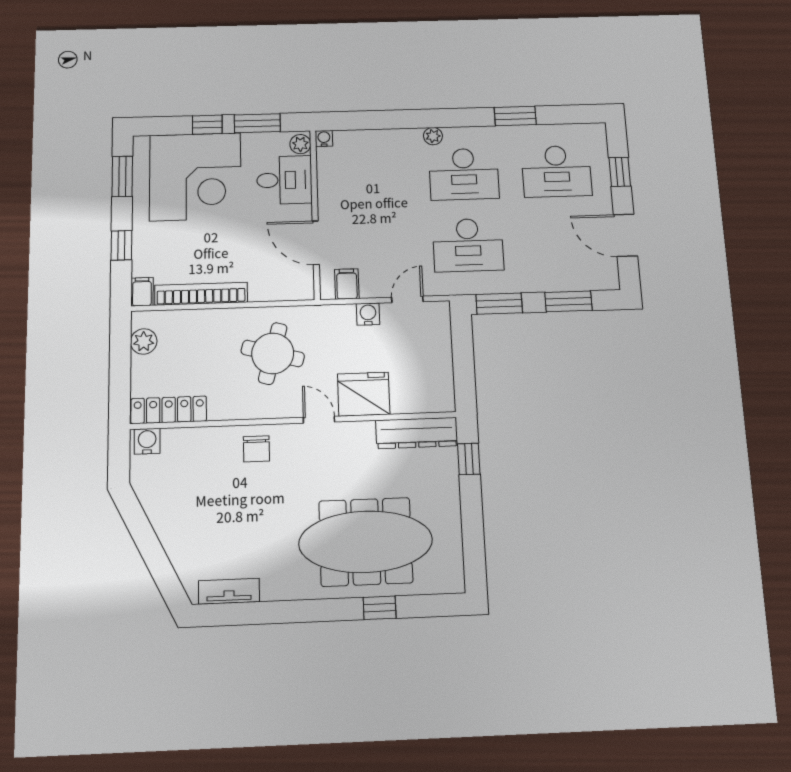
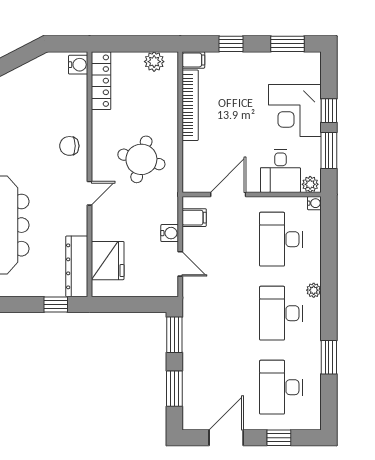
corner desk: (195, 177) -> (295, 110), width x0.74, depth x0.74
desk: (468, 245) -> (281, 239), moved
fridge: (364, 394) -> (108, 261), moved

